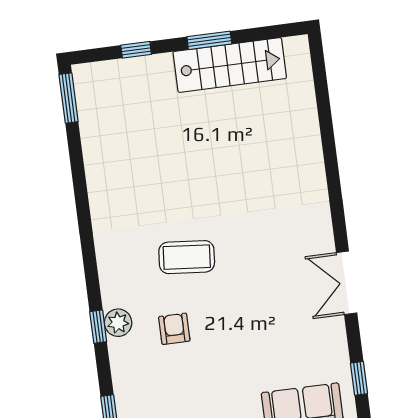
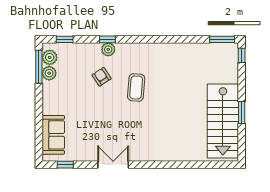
window: (136, 50) -> (242, 55), moved
stairs: (230, 65) -> (223, 121), width x1.36, depth x1.51
armchair: (174, 329) -> (102, 77), turned -123

